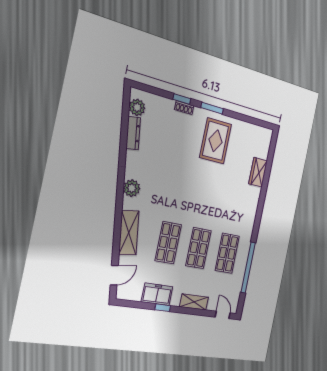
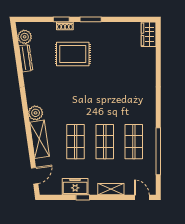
rug: (216, 141) -> (73, 54), moved, turned 90
wardrobe: (258, 172) -> (149, 34), moved
plant: (132, 188) -> (36, 113), moved

